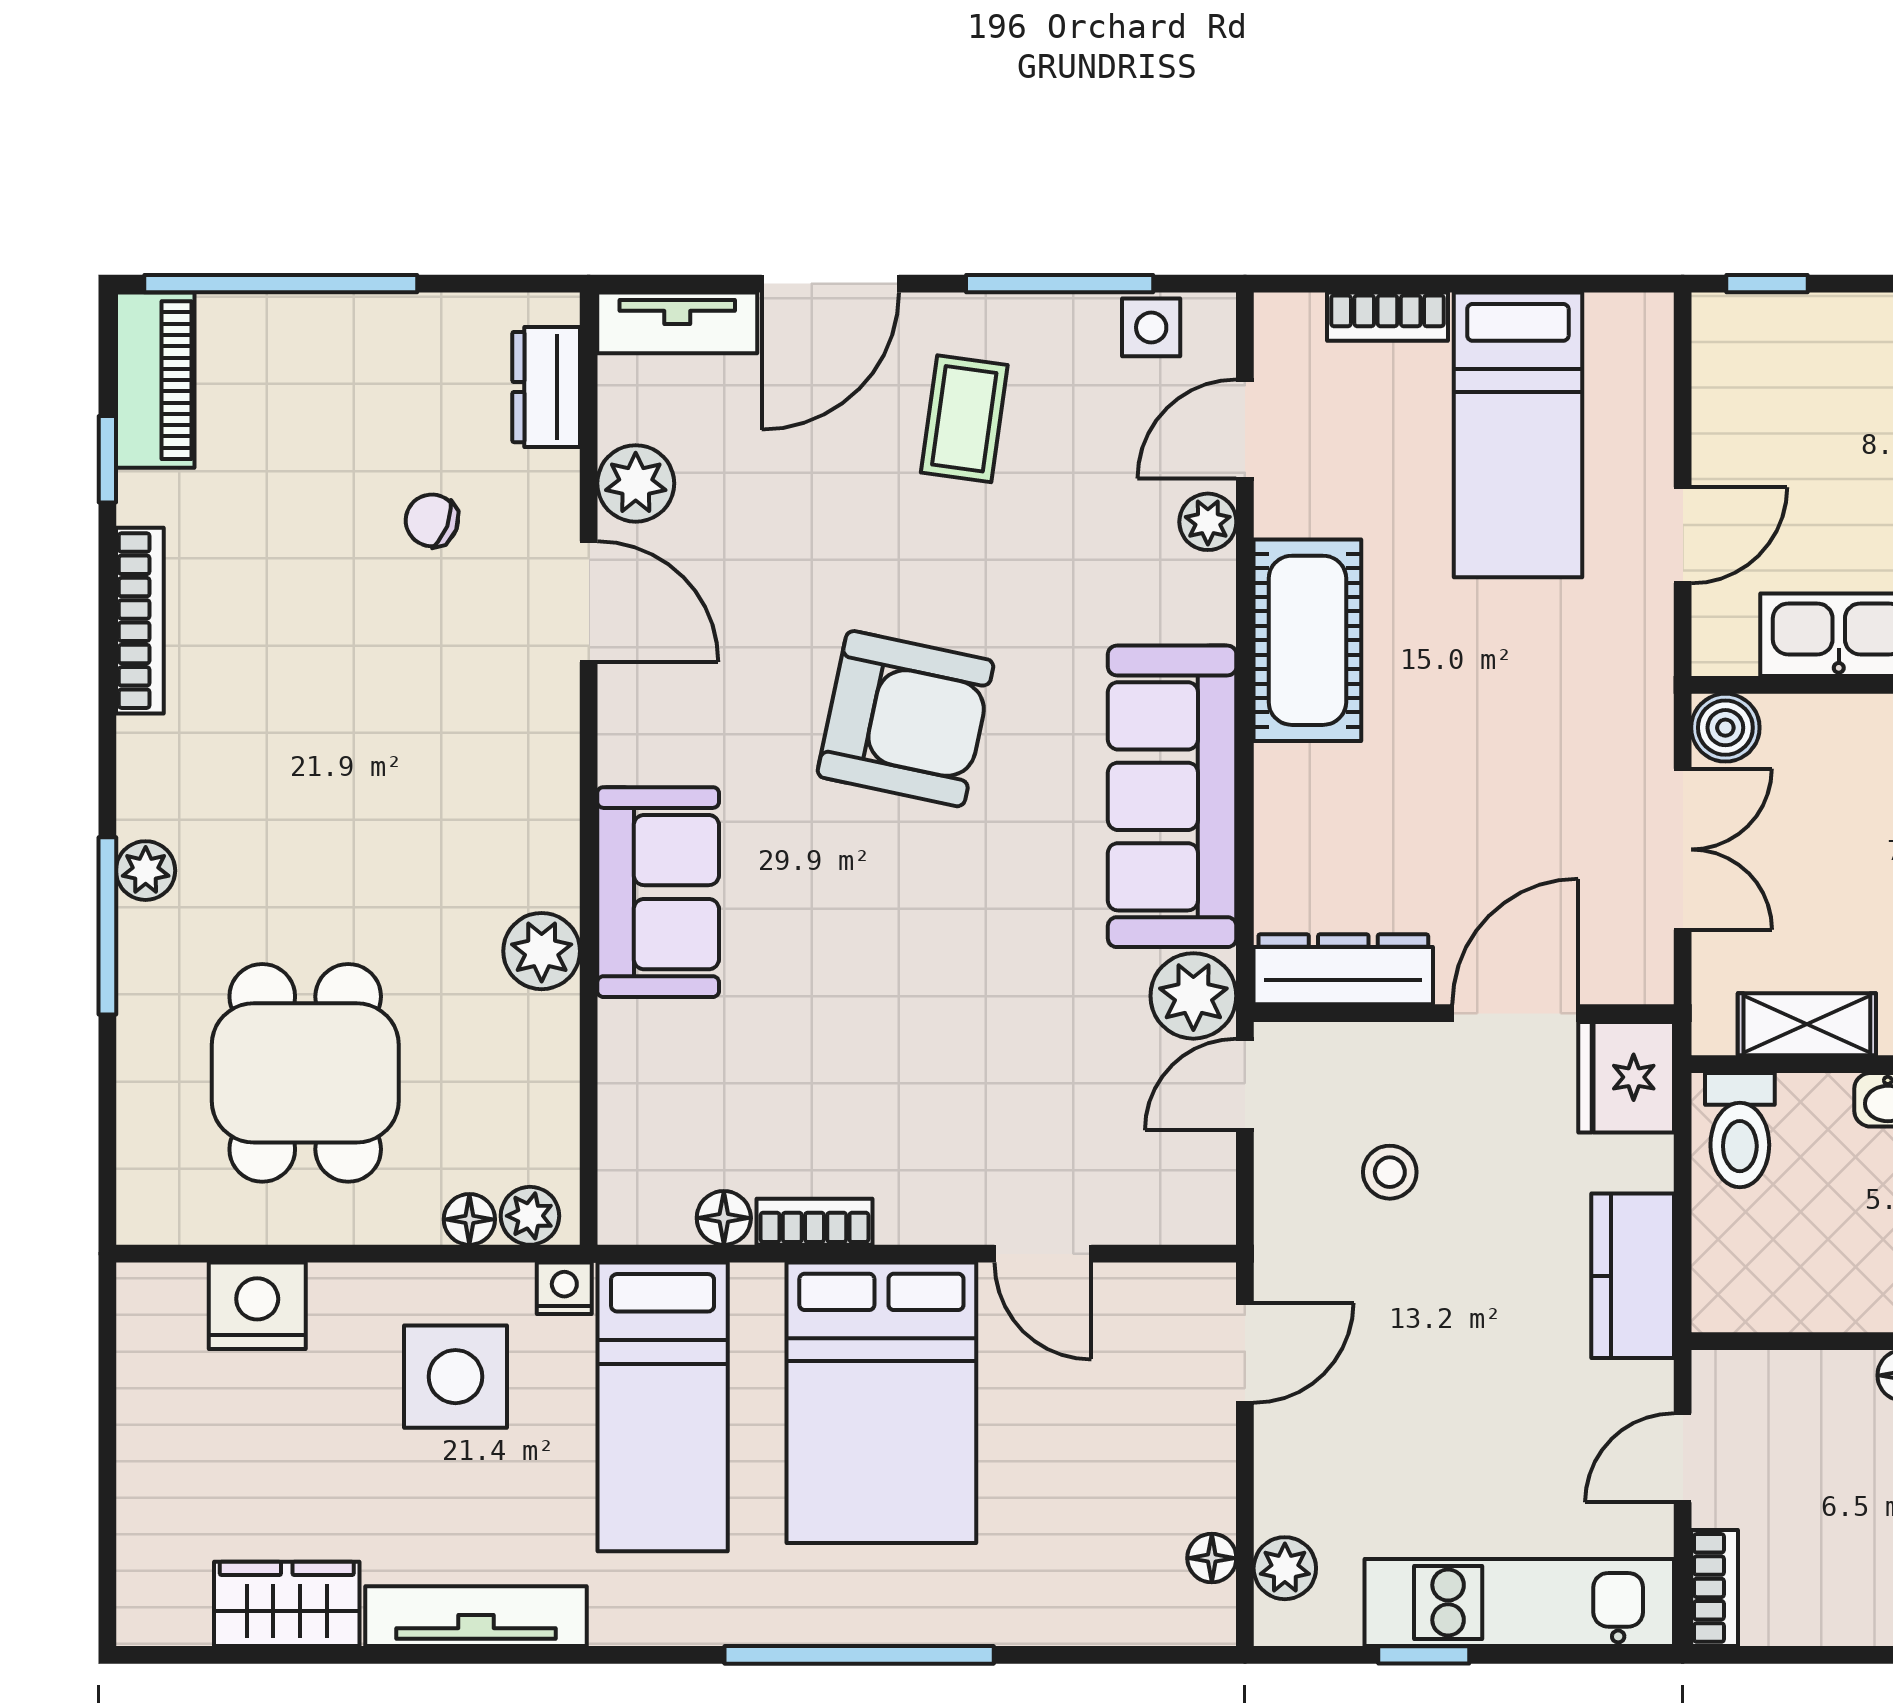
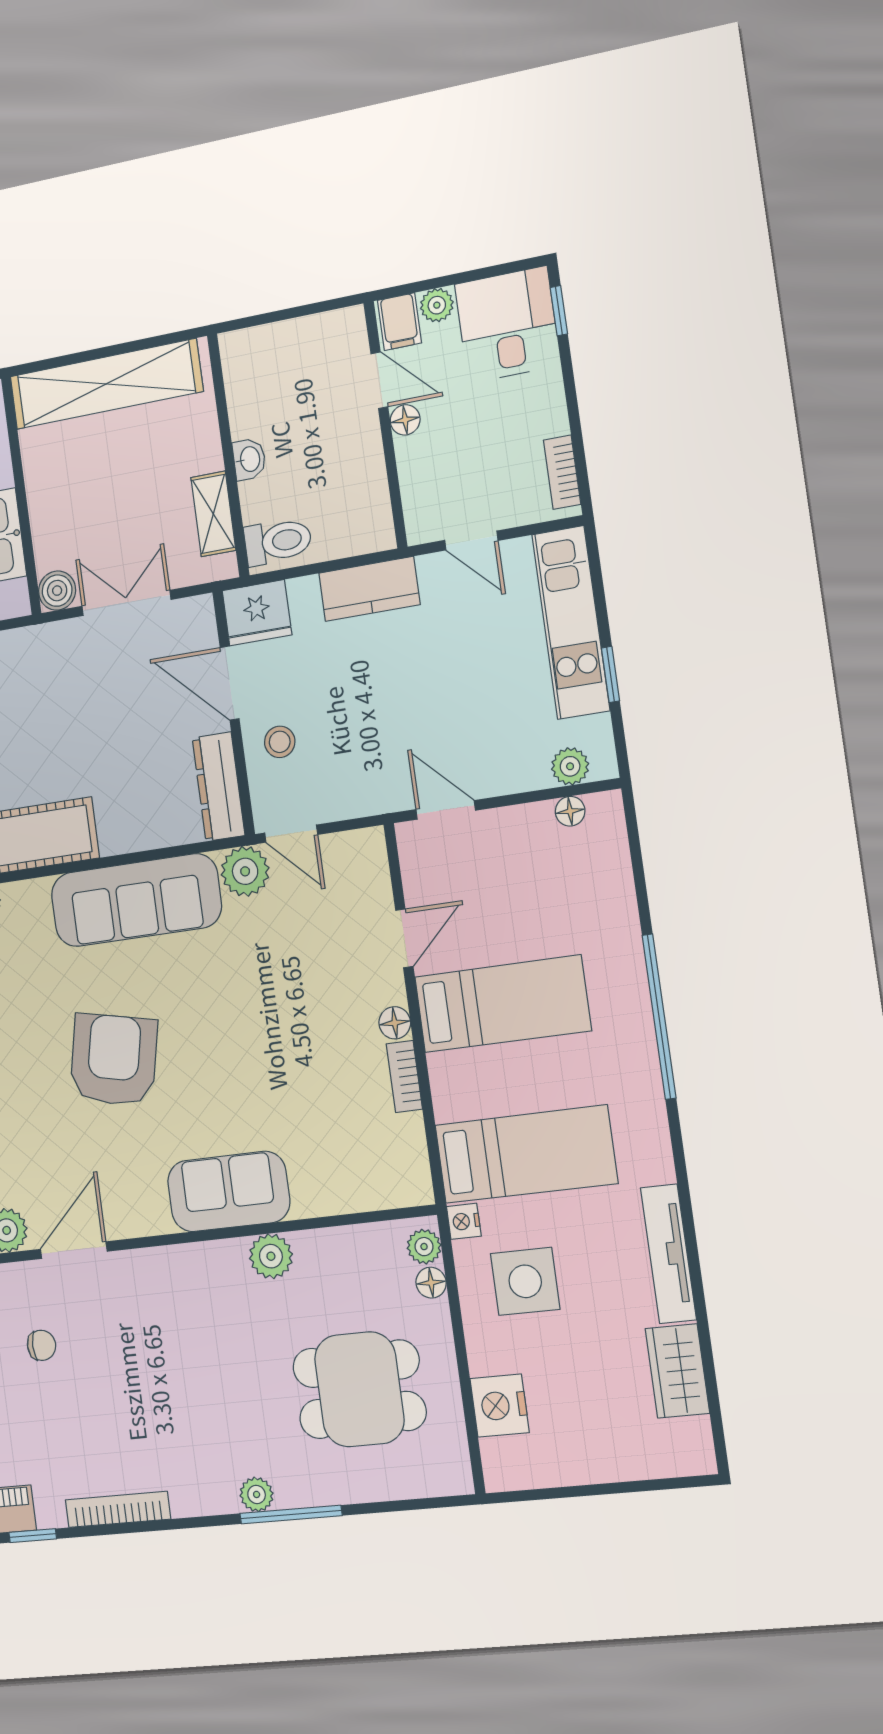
chair: (432, 520) -> (42, 1345), turned -111
stool: (1390, 1172) -> (280, 742), moved
floor lamp: (724, 1218) -> (395, 1023), moved
bed: (881, 1403) -> (503, 1004), width x0.67
bookcase: (1715, 1588) -> (562, 472), moved, turned -90

